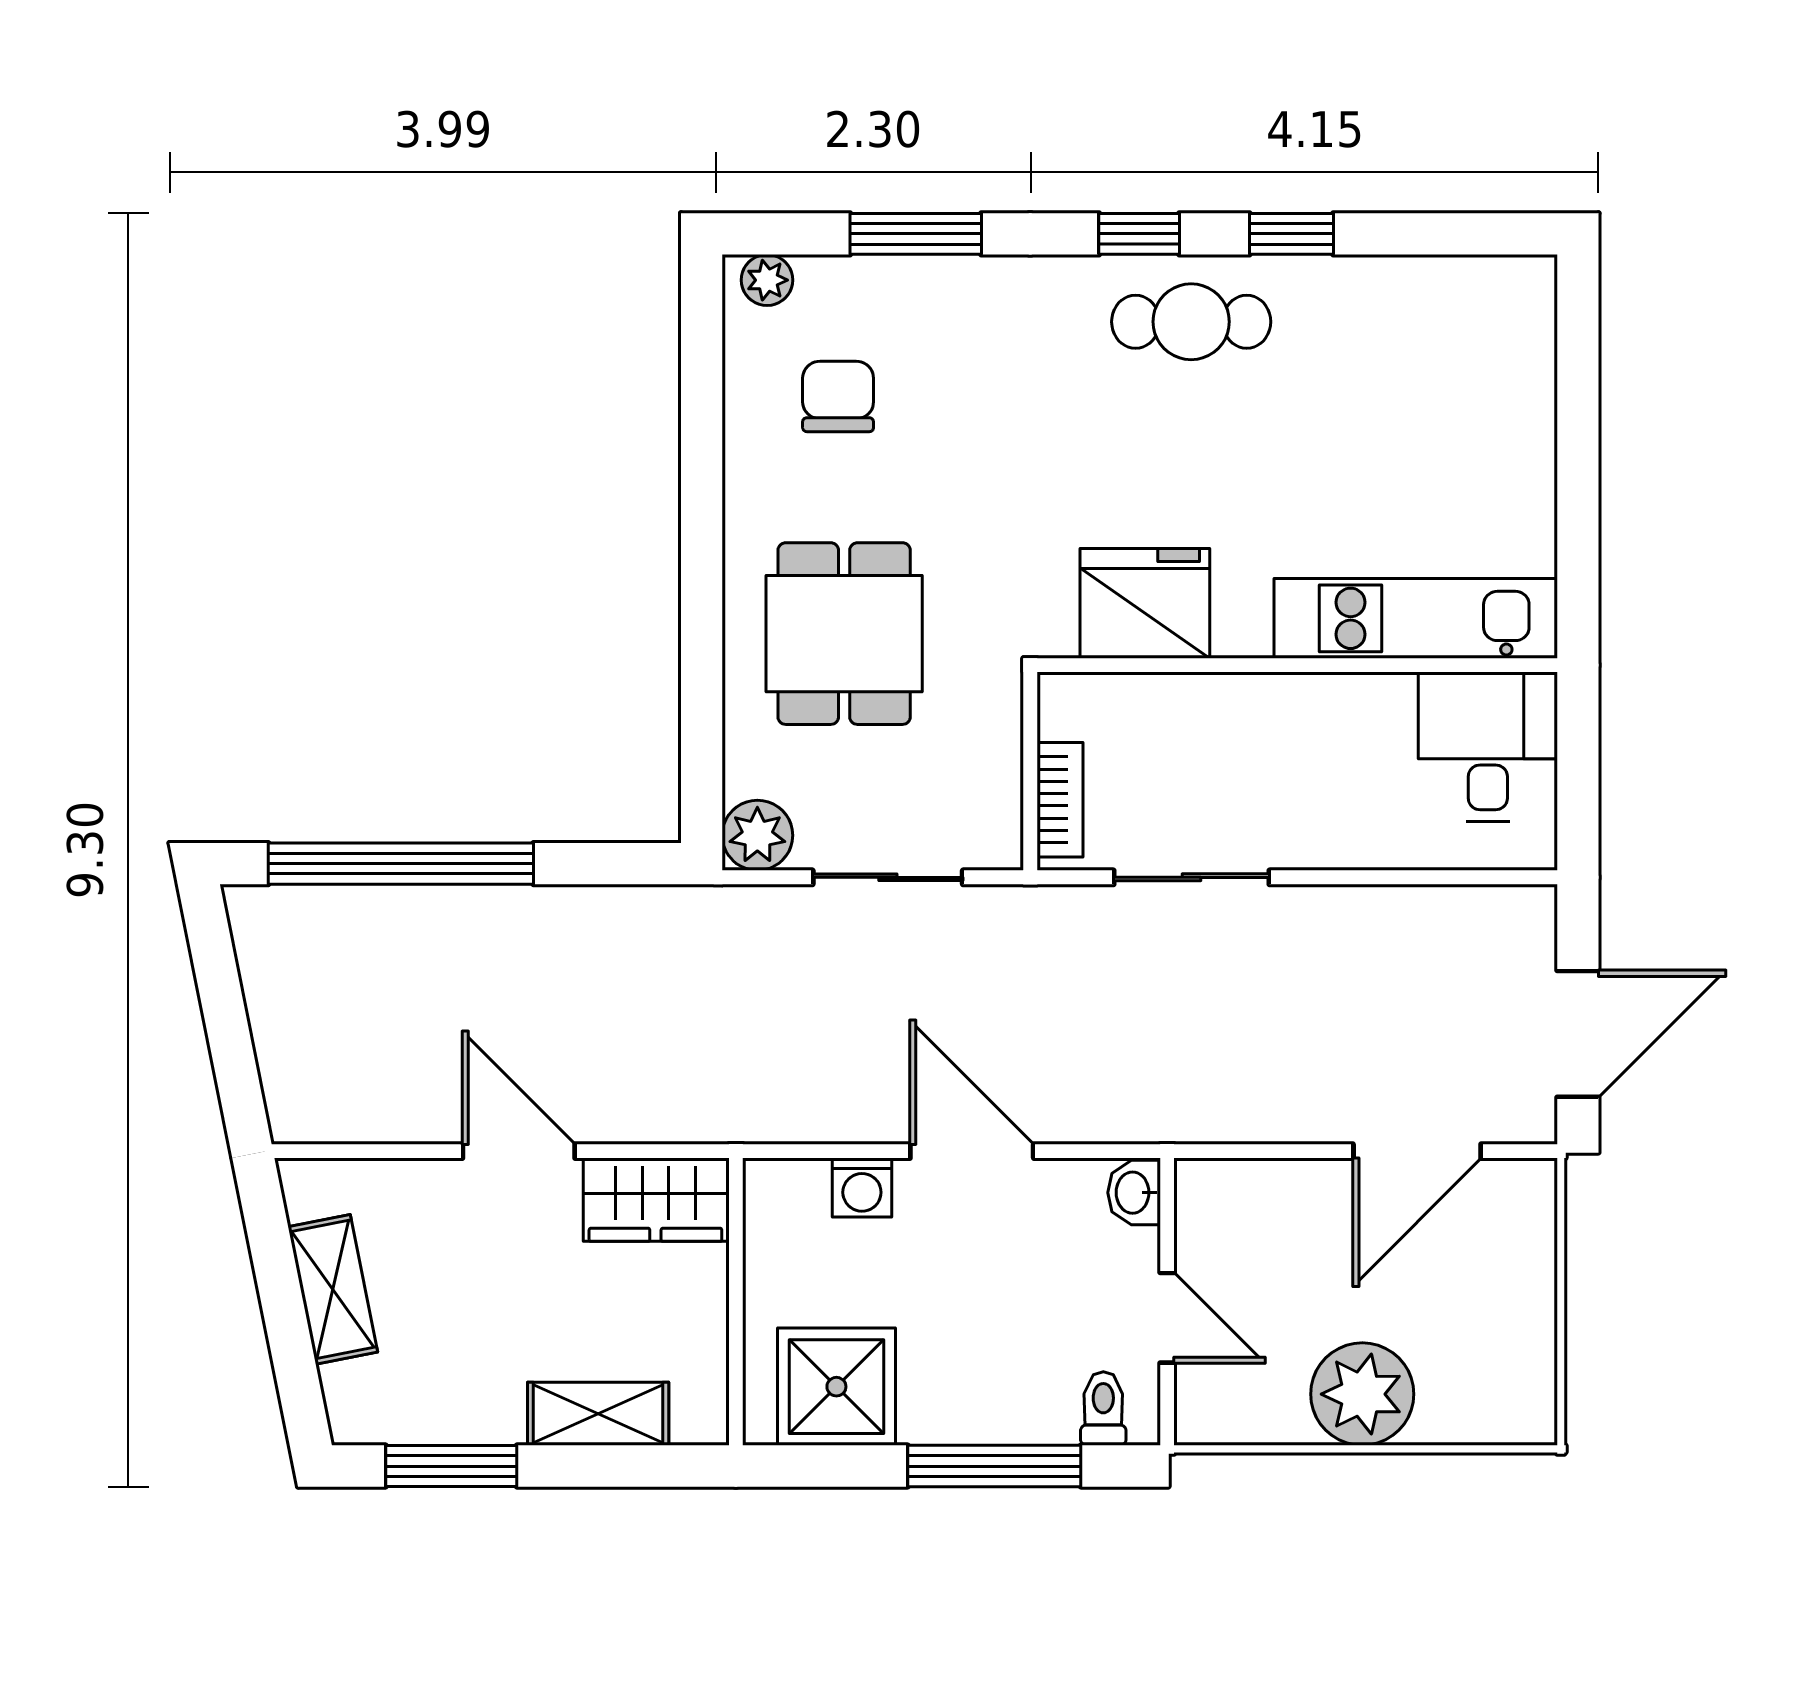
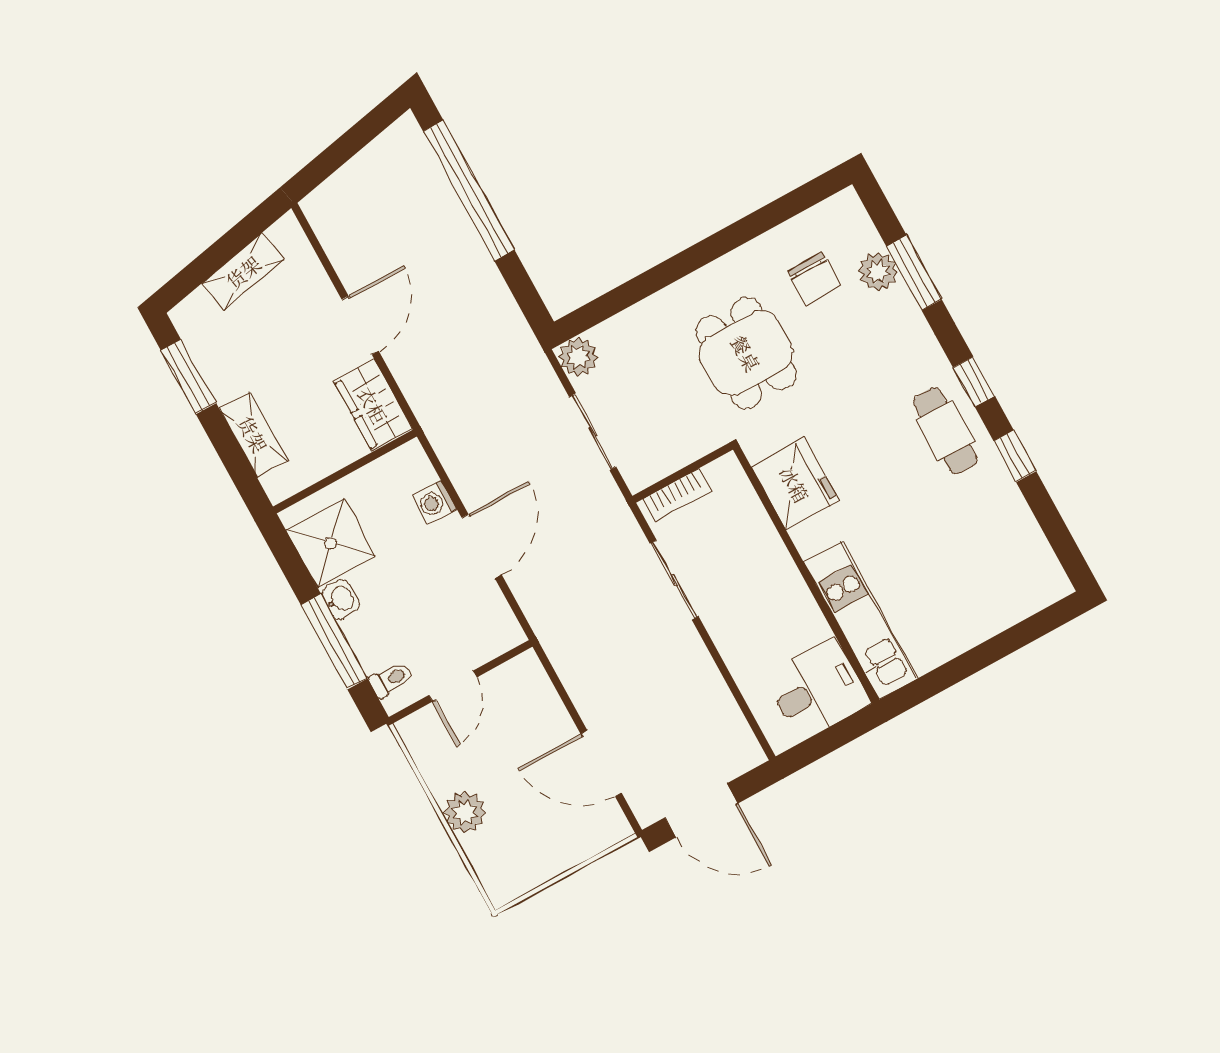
plant: (767, 280) -> (878, 272), moved, width x1.38, depth x1.38
chair: (838, 396) -> (814, 279), turned 90
dining table: (844, 634) -> (746, 353), moved, turned 90
washbasin: (1134, 1193) -> (341, 599), moved, turned 90
plant: (1362, 1394) -> (465, 812), width x0.73, depth x0.73

